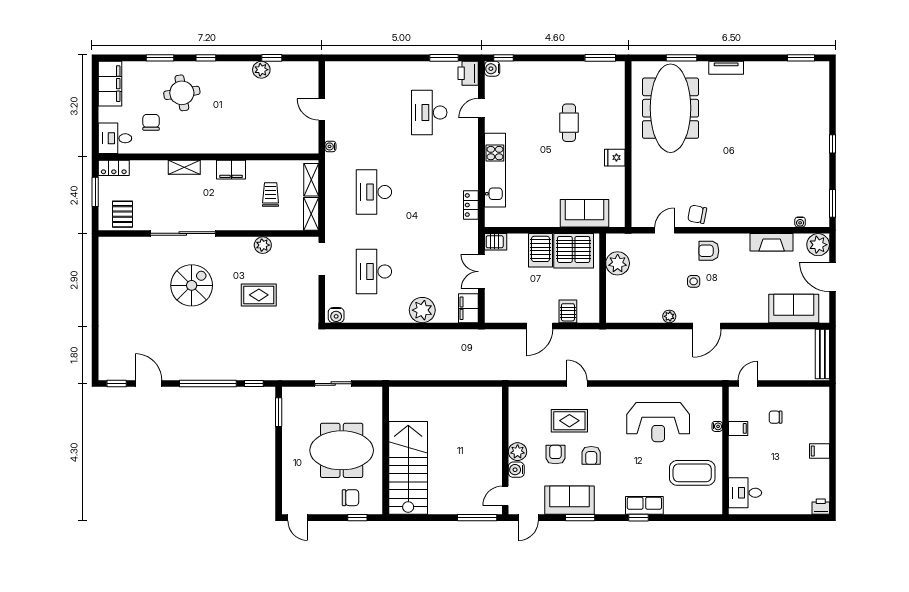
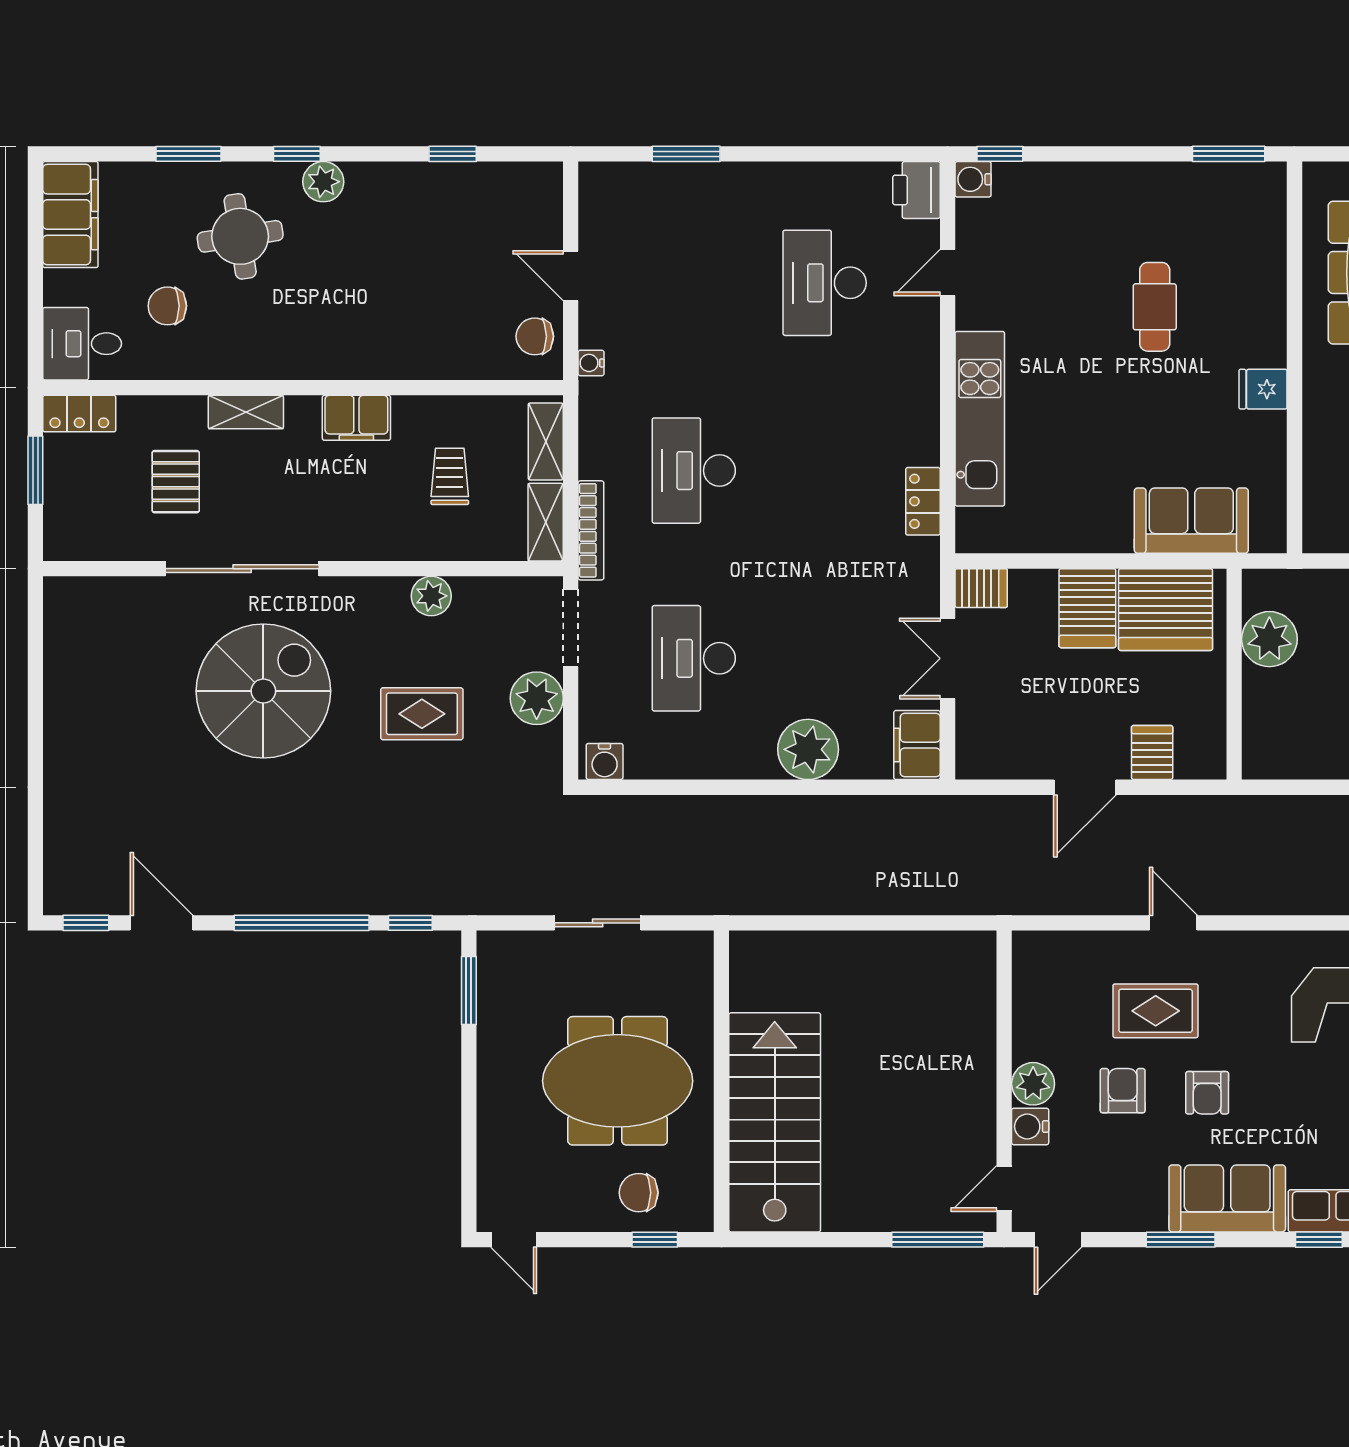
window: (444, 58) -> (686, 154), moved
plant: (261, 70) -> (323, 182), moved
chair: (151, 122) -> (167, 306), turned -90
chair: (307, 135) -> (535, 336), added
pallet: (122, 214) -> (176, 482), moved
bookcase: (330, 217) -> (591, 530), added
spiral stairs: (192, 285) -> (263, 691), width x1.37, depth x1.37
plant: (307, 288) -> (537, 698), added
chair: (351, 498) -> (639, 1193), turned 180
sofa: (569, 500) -> (1227, 1198), moved

